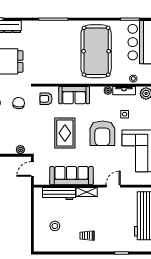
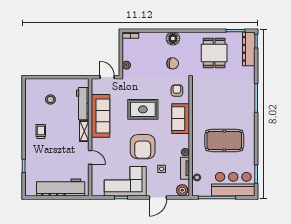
pool table: (96, 51) -> (224, 140), width x0.73, depth x0.76
armchair: (102, 133) -> (143, 147), turned -90

